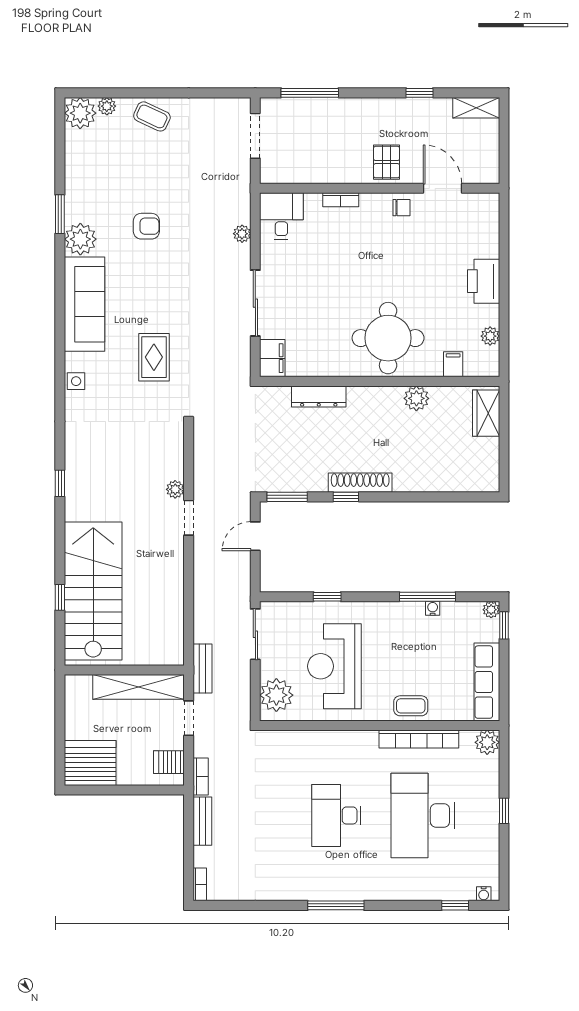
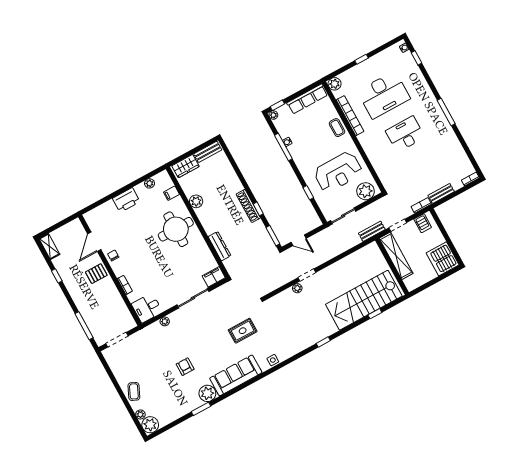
bench: (490, 464) -> (208, 152), added
desk: (336, 815) -> (405, 134), turned 180

